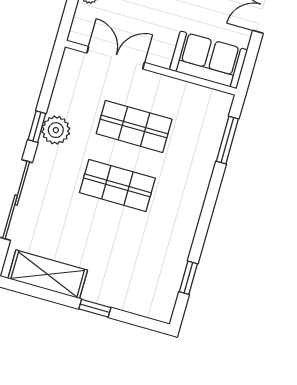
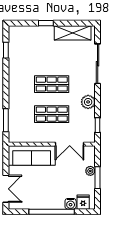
sofa: (208, 60) -> (32, 156), width x1.36
window: (37, 127) -> (98, 125), moved

